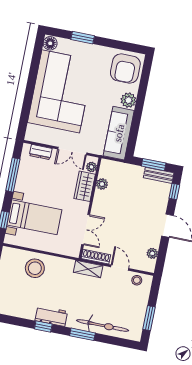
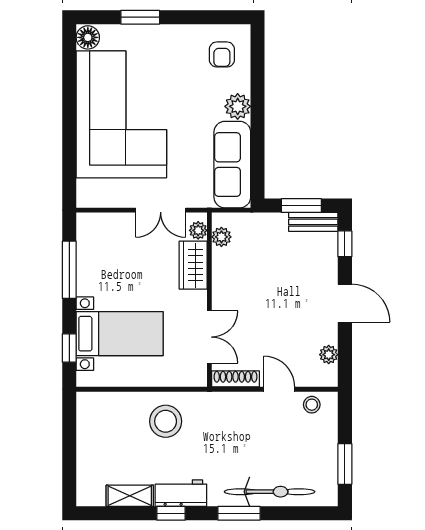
armchair: (125, 68) -> (222, 54), width x0.53, depth x0.53
dresser: (41, 152) -> (108, 222), removed
plant: (102, 184) -> (221, 237), moved
stool: (35, 268) -> (166, 421), moved
shelving: (88, 269) -> (130, 496), moved

